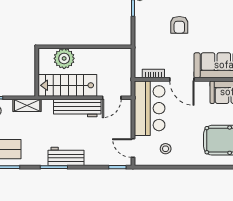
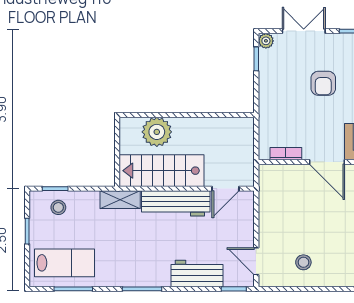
shelving: (27, 105) -> (120, 200), moved
bar counter: (150, 108) -> (280, 204), removed
workbench: (66, 156) -> (197, 273), moved

